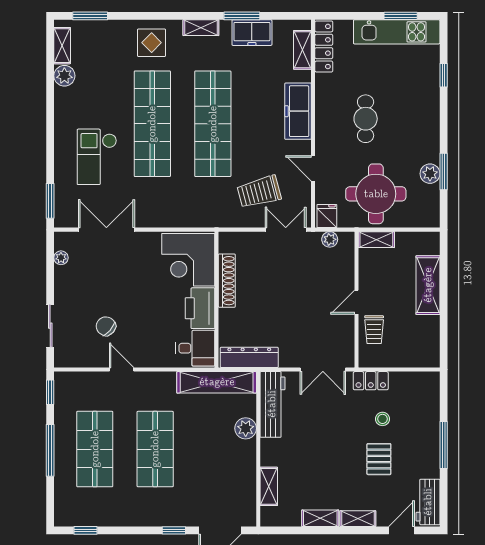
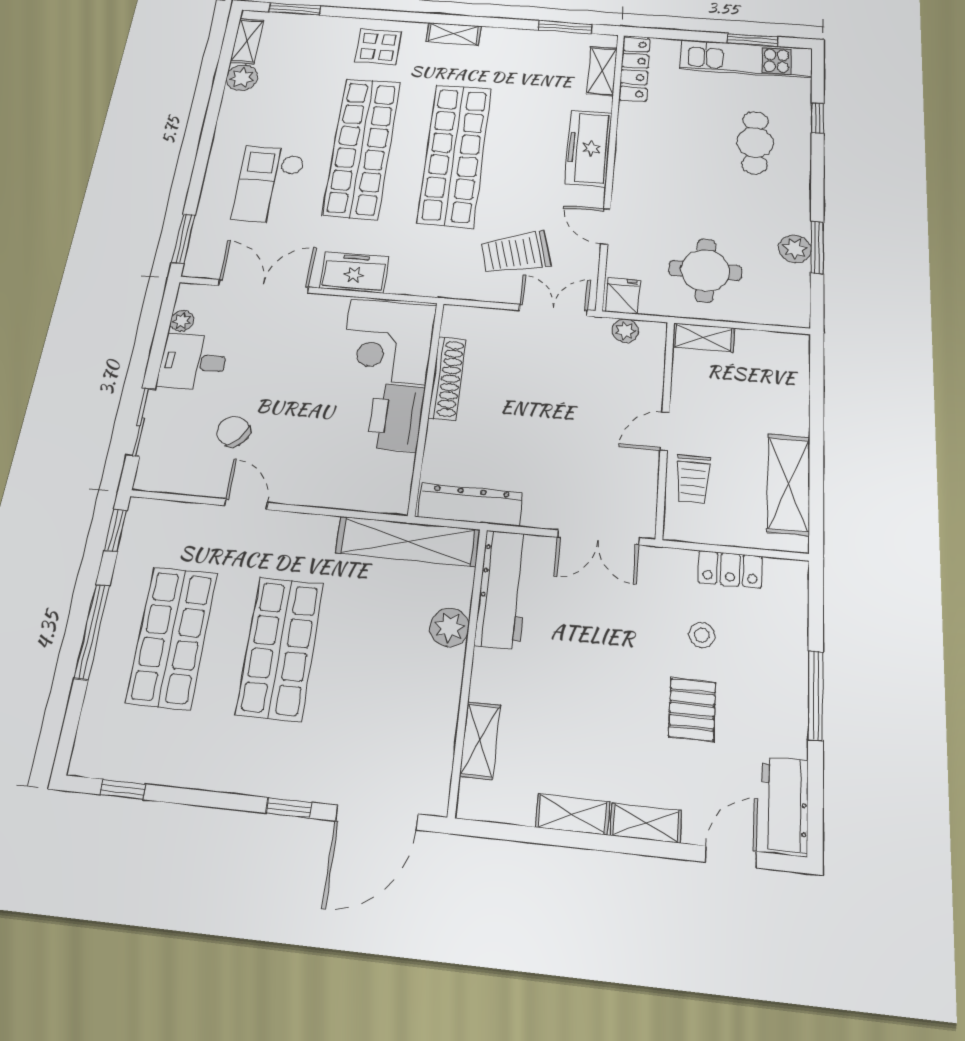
window: (242, 16) -> (565, 27), moved
freezer: (252, 33) -> (354, 272), moved, turned 180
cafe table: (366, 119) -> (755, 142), moved
round table: (376, 194) -> (705, 270), width x0.73, depth x0.73
shelving: (428, 285) -> (789, 484), moved
desk: (195, 348) -> (193, 362), moved, turned 180
locker: (371, 381) -> (730, 569), moved

